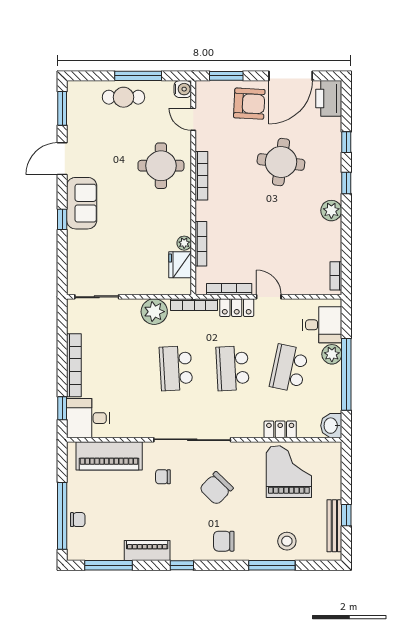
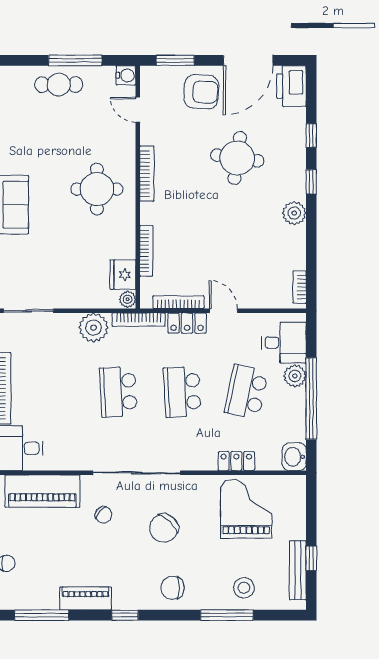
round table: (161, 166) -> (97, 189), moved
plant: (184, 243) -> (128, 299), moved
chair: (163, 477) -> (103, 515), turned -140

